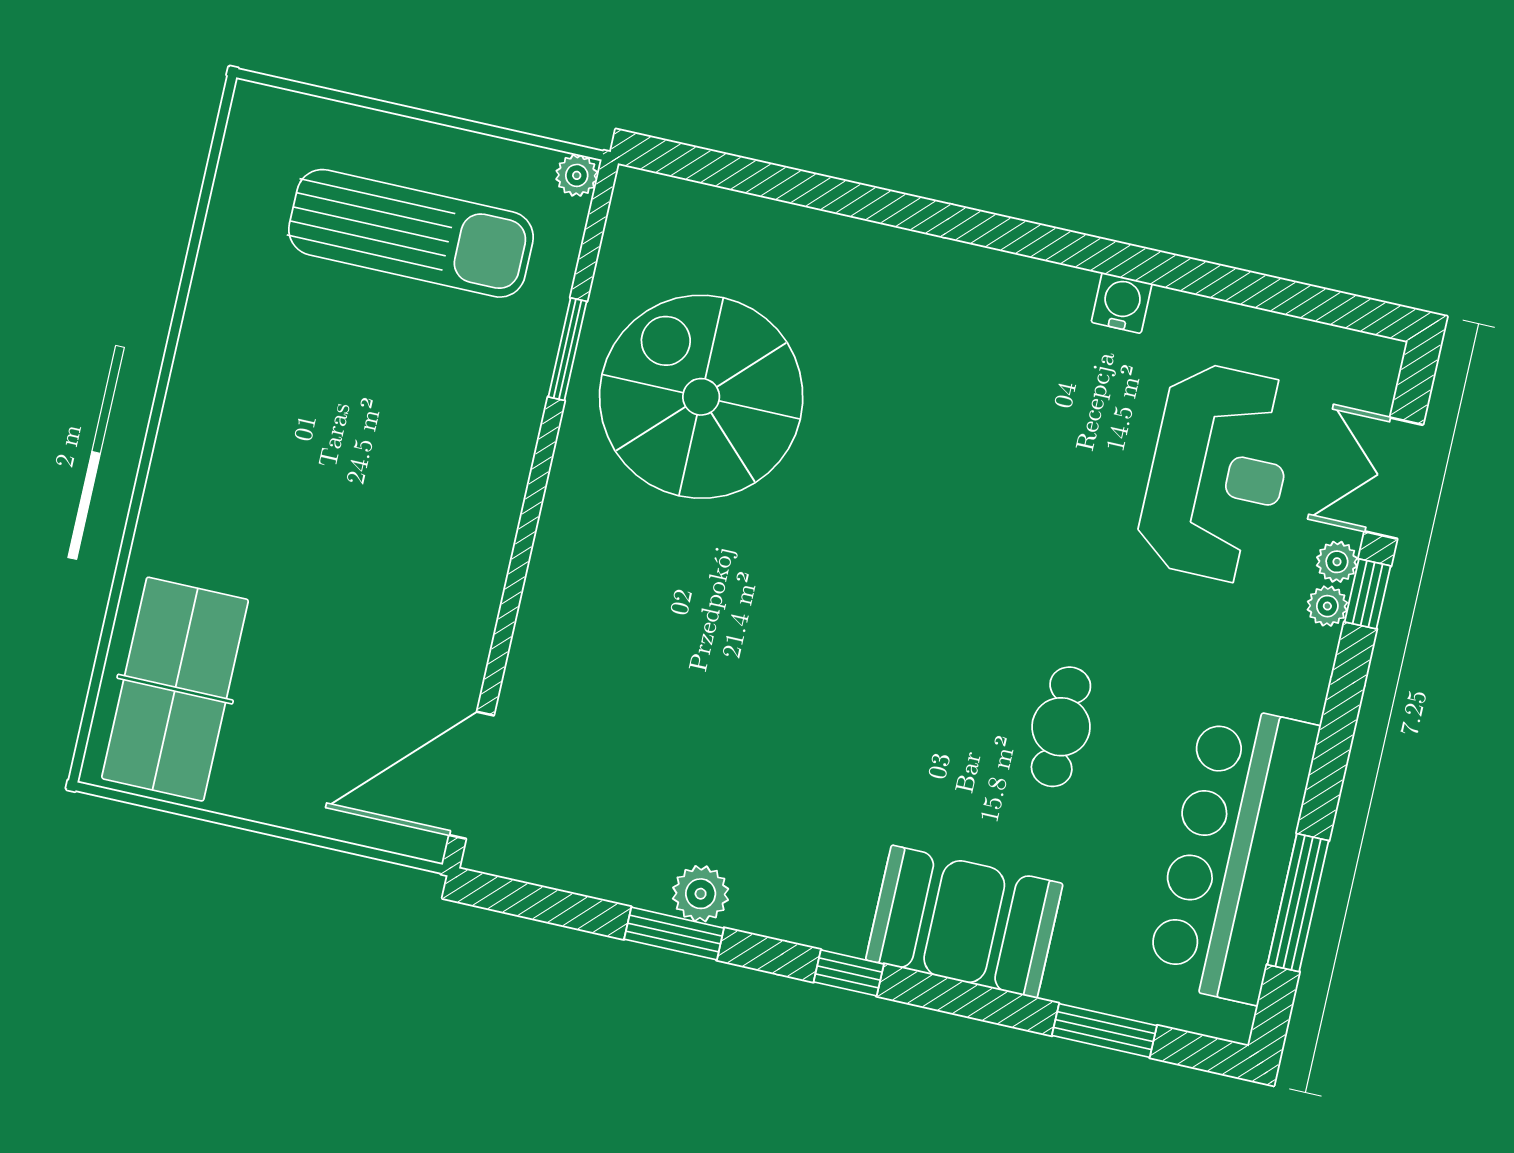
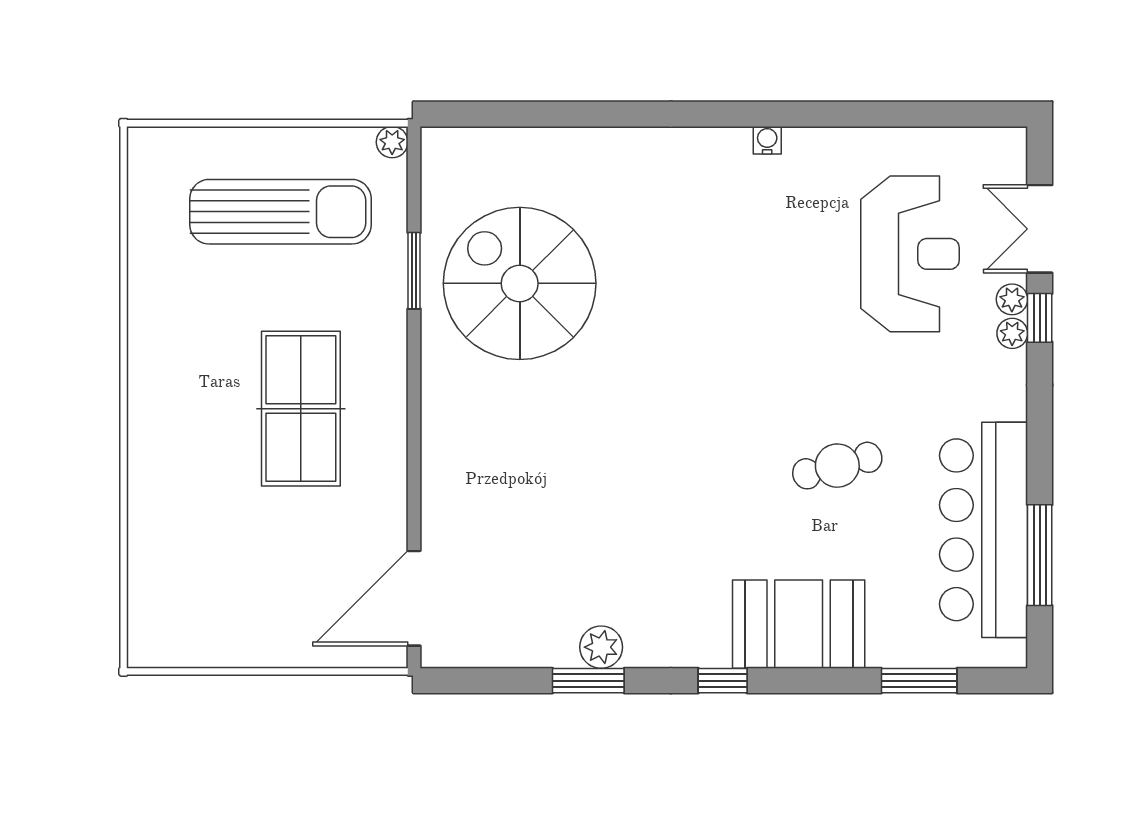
water cooler: (1122, 303) -> (767, 140), moved, width x0.72, depth x0.72
table tennis table: (175, 689) -> (301, 409), moved
cafe table: (1061, 727) -> (837, 466), turned 75

